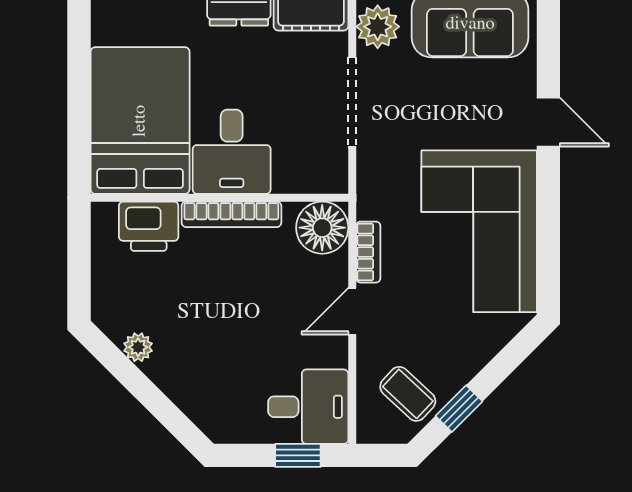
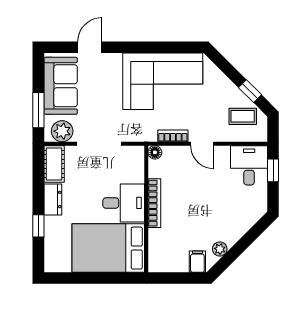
door: (548, 122) -> (90, 47), moved
printer: (149, 226) -> (160, 244), removed
floor lamp: (322, 228) -> (155, 152), width x0.53, depth x0.53
filing cabinet: (112, 302) -> (197, 262), added
coffee table: (408, 394) -> (243, 116), turned 47

